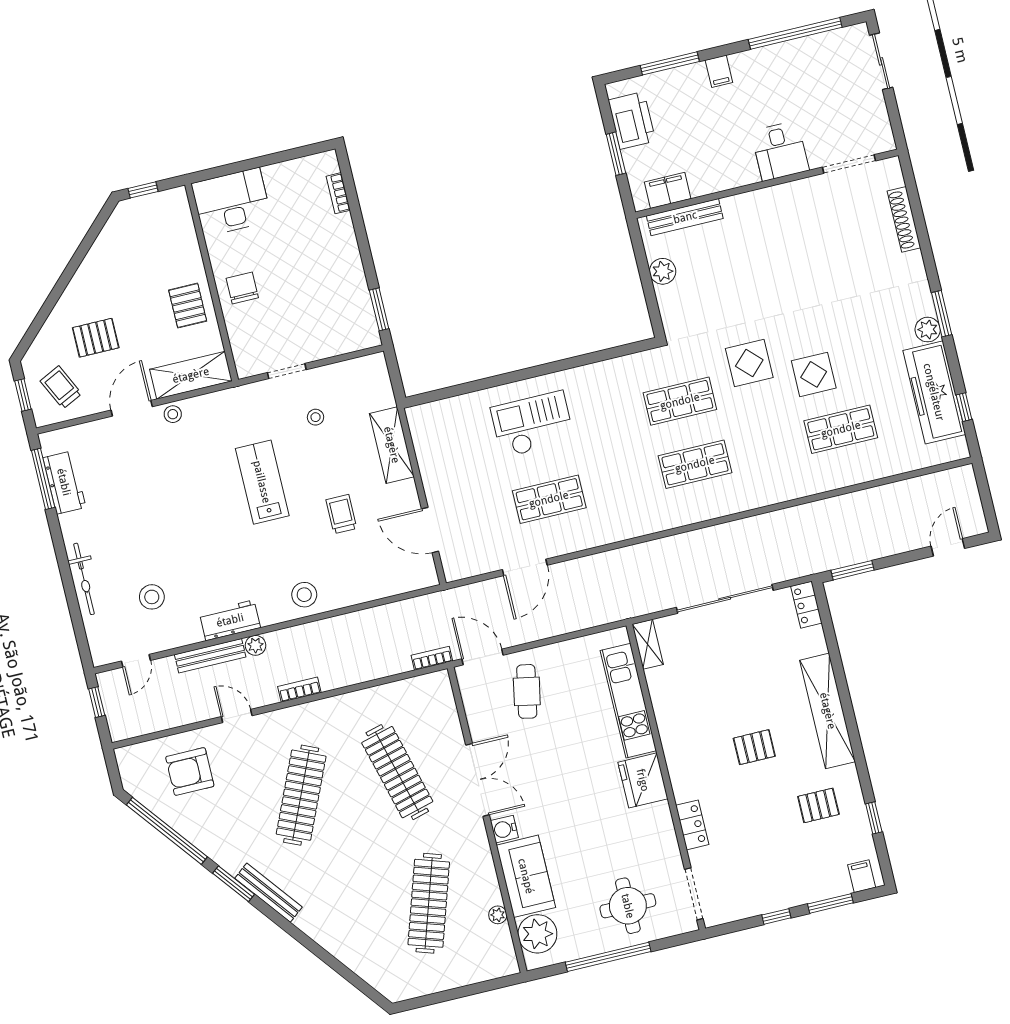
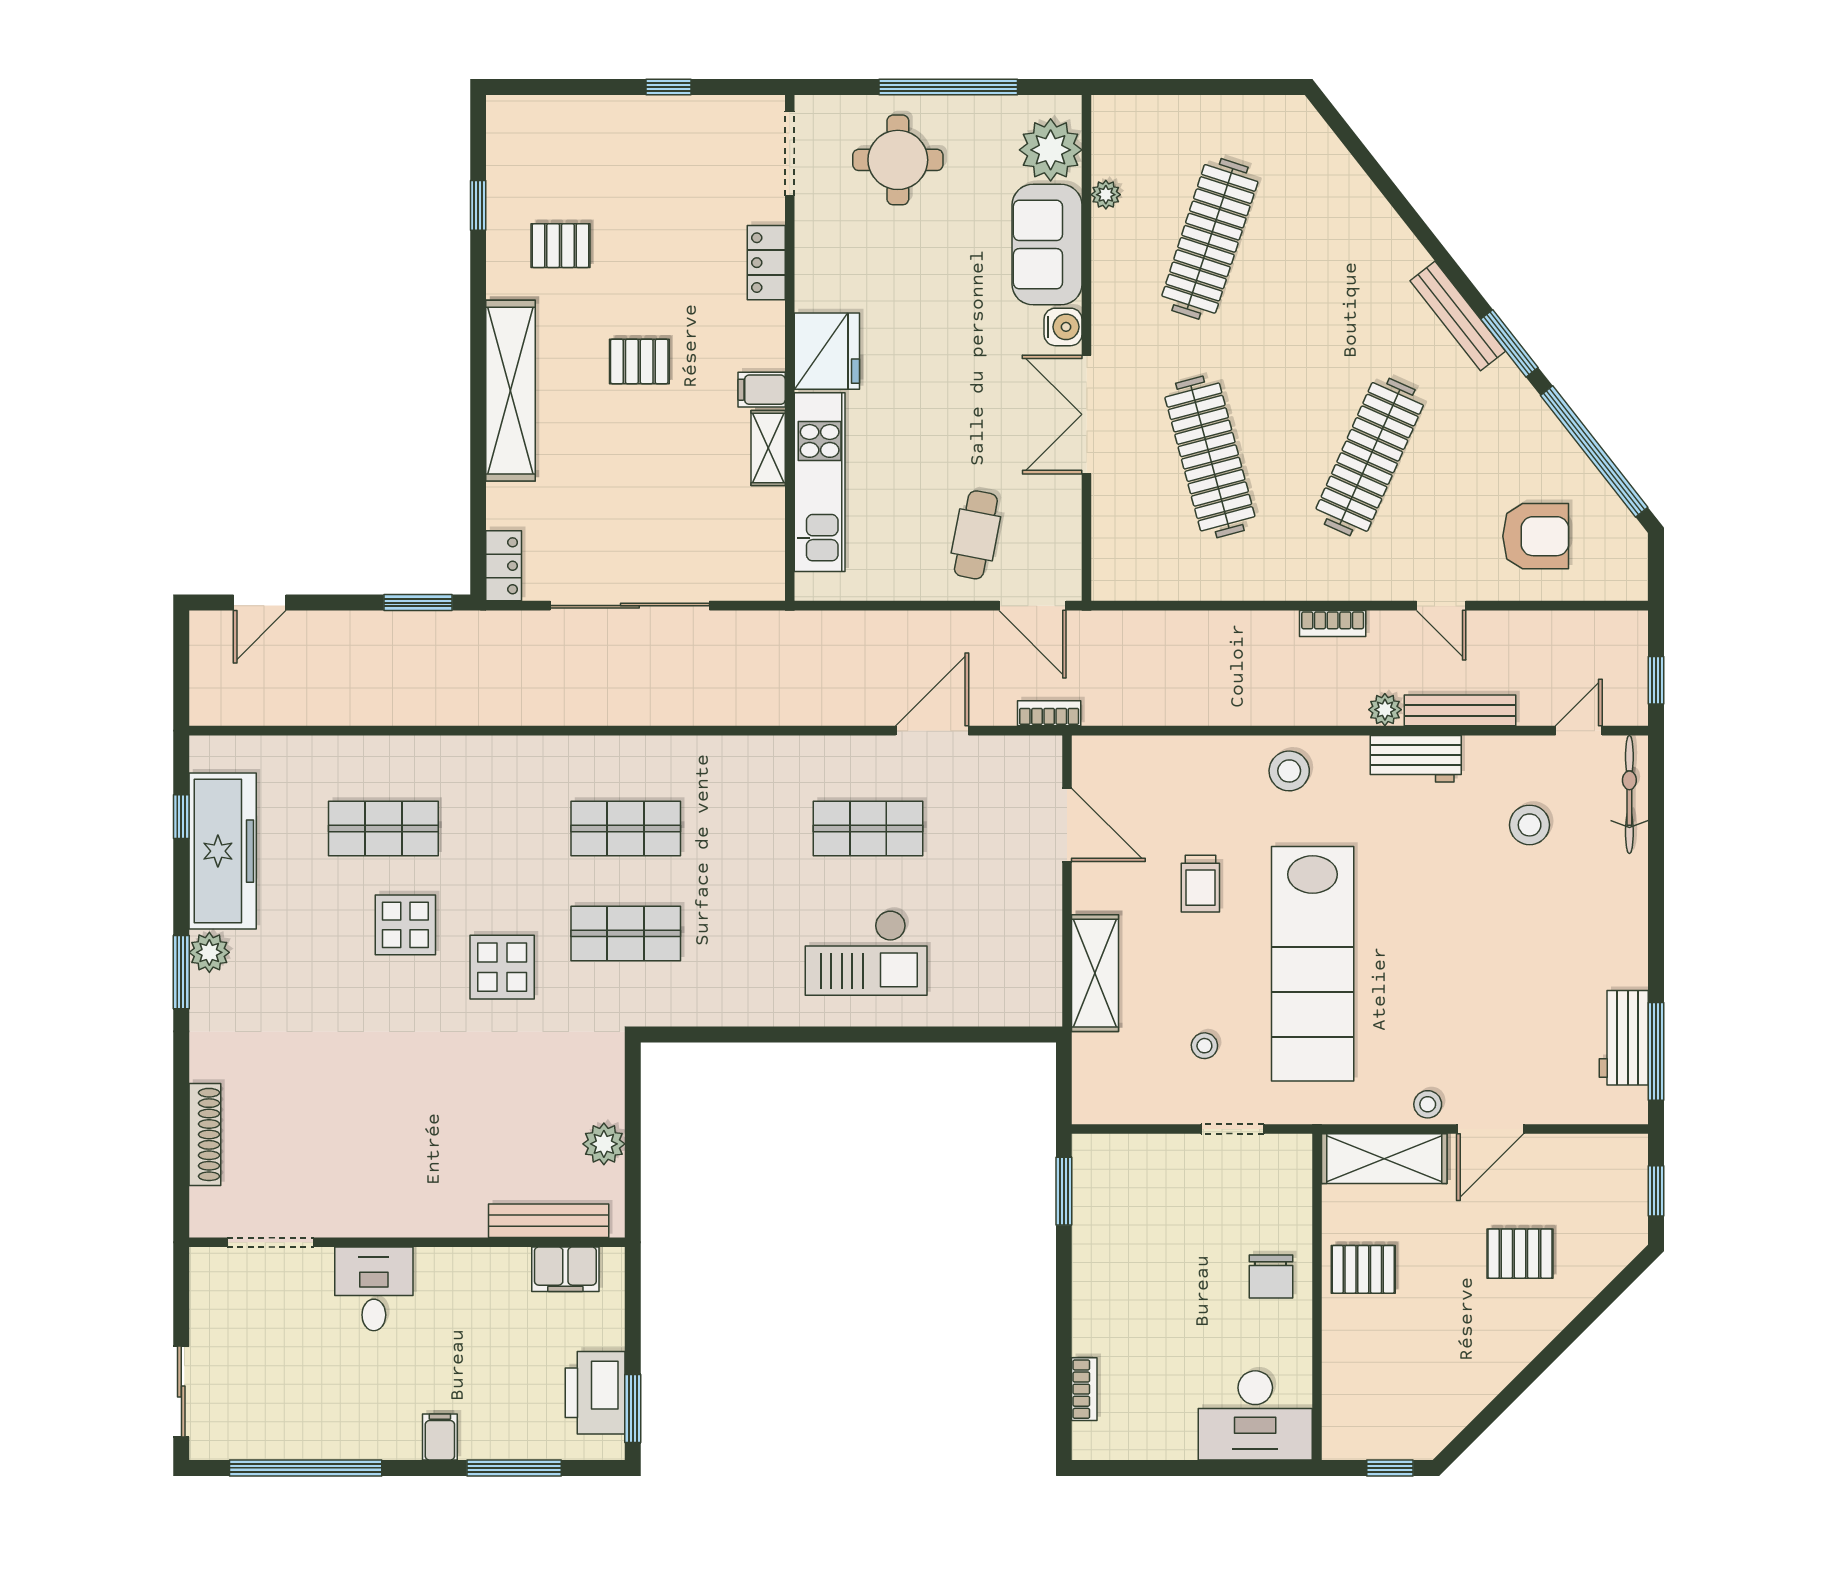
window: (616, 154) -> (633, 1409), moved
pallet: (188, 306) -> (1363, 1269), turned 90
trolley: (61, 387) -> (1593, 1189), removed
lab bench: (262, 482) -> (1313, 964), width x1.86, depth x1.39
bicycle: (84, 579) -> (1629, 794), moved
shelving: (648, 644) -> (768, 448), moved
bookcase: (432, 658) -> (1049, 713), moved, turned 180
filing cabinet: (862, 876) -> (762, 390), moved, turned 90
window: (830, 903) -> (579, 87), removed

